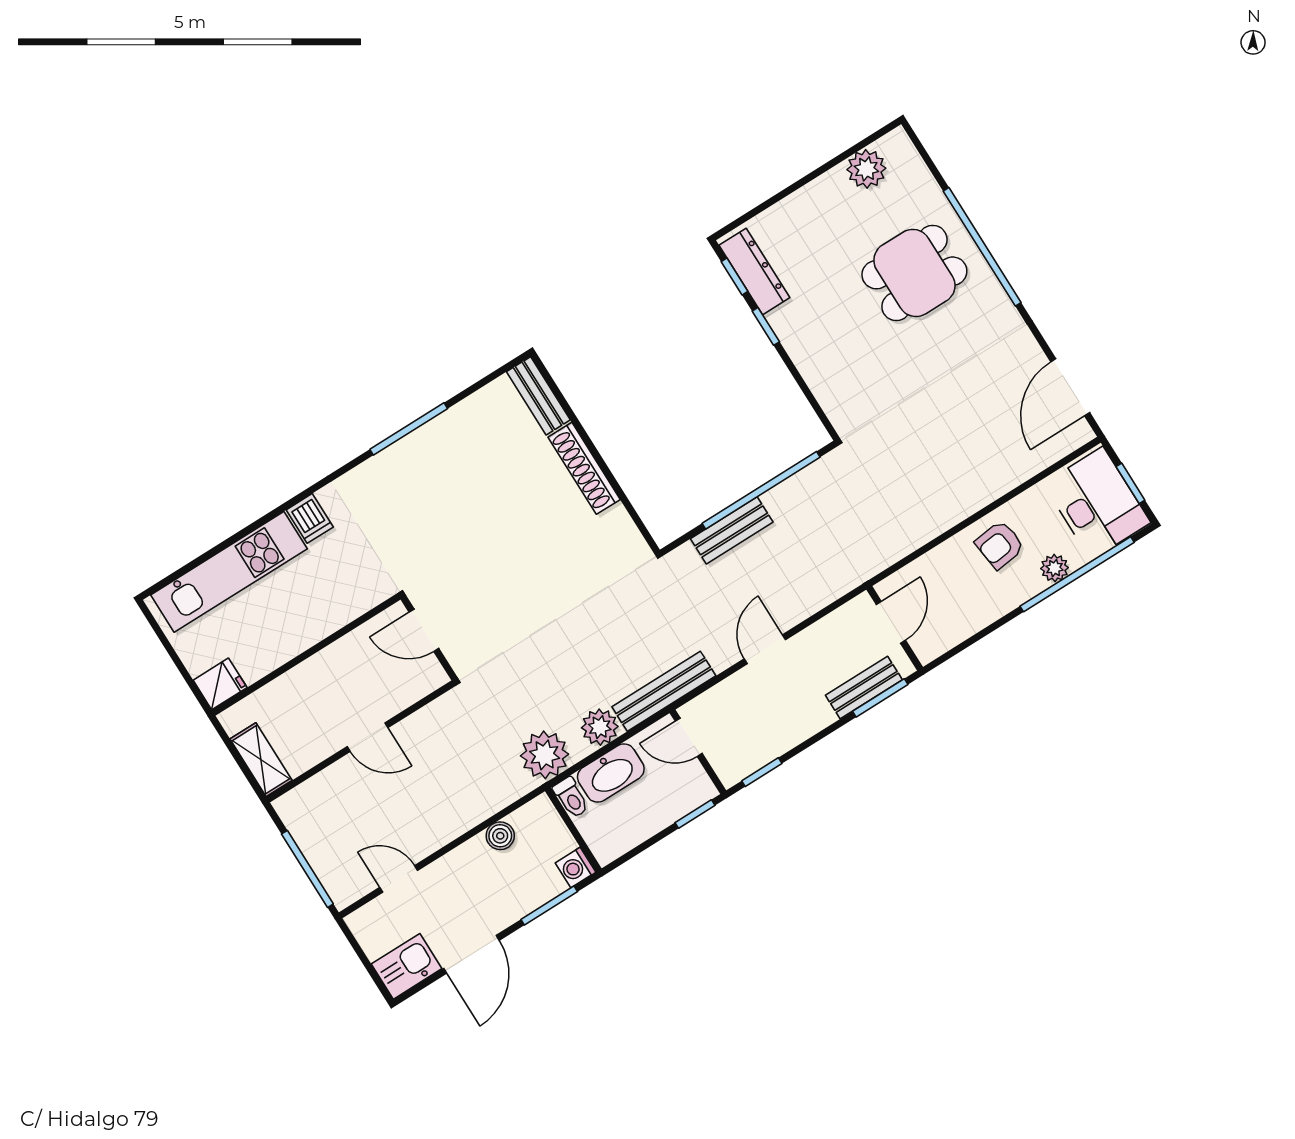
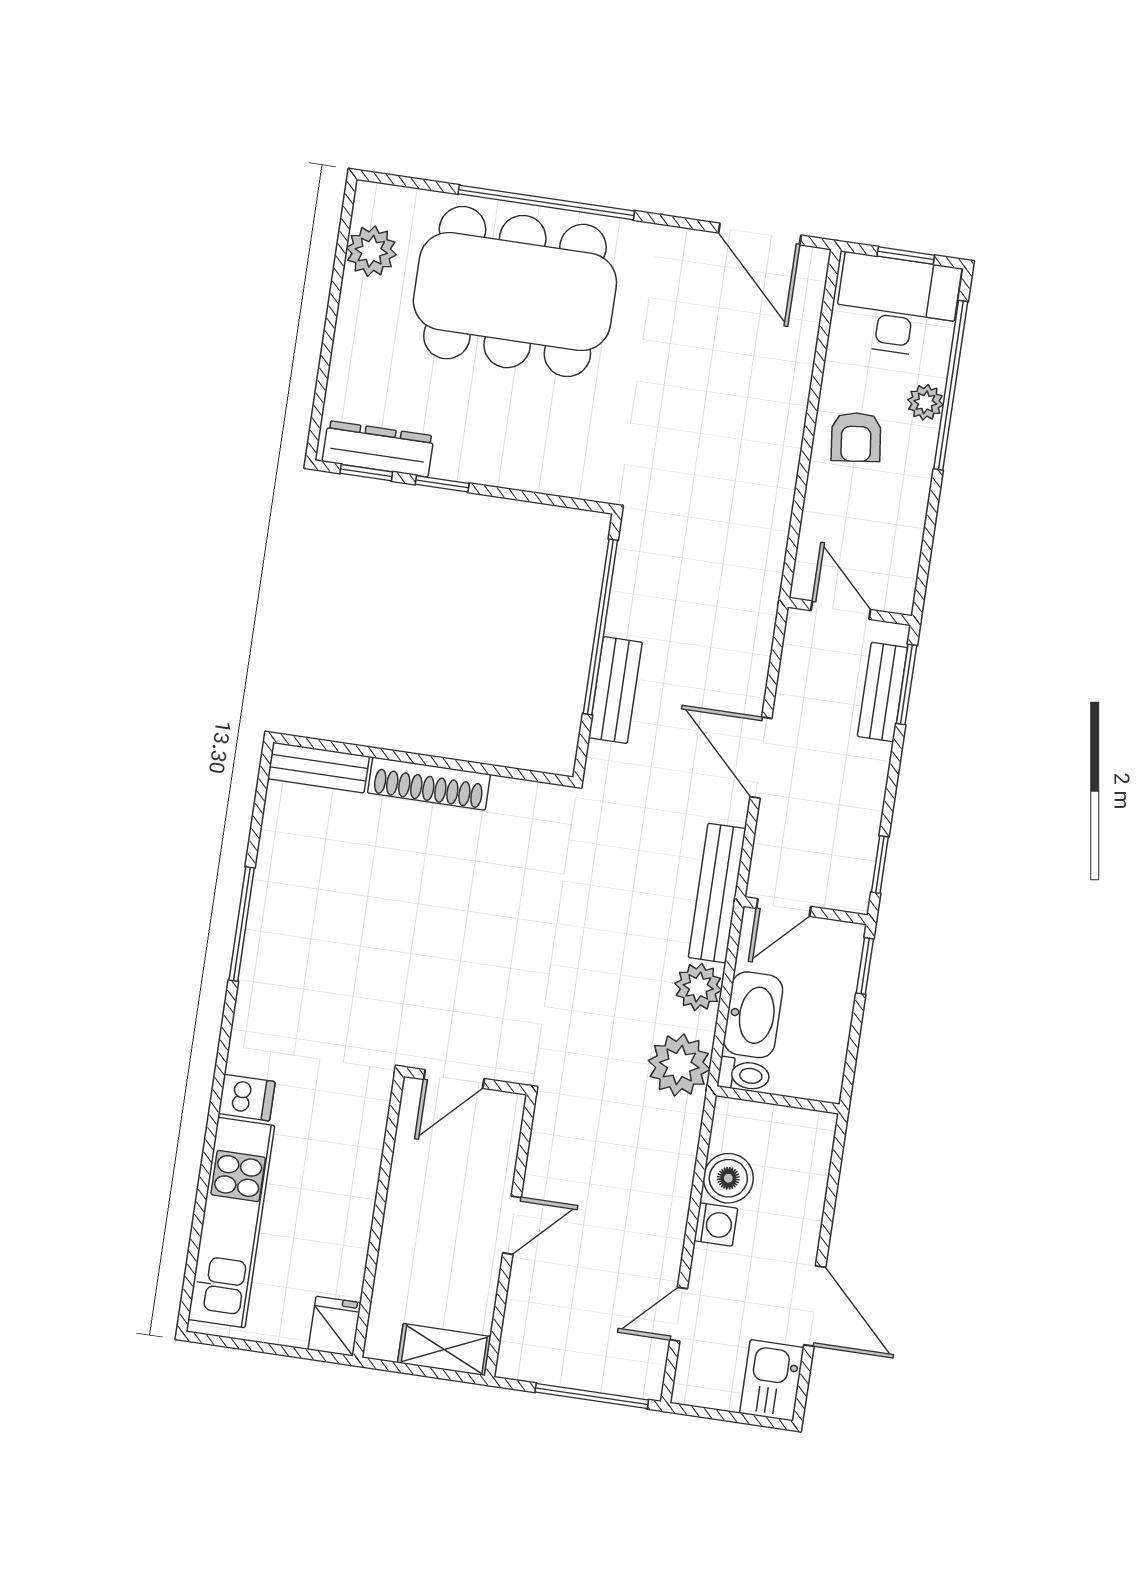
dining table: (914, 273) -> (515, 292), width x1.88, depth x1.24
door: (765, 649) -> (761, 758), width x1.38
boiler: (500, 836) -> (728, 1178), width x1.36, depth x1.36
washing machine: (575, 868) -> (716, 1225), moved, turned -90
window: (549, 905) -> (832, 1188), removed

